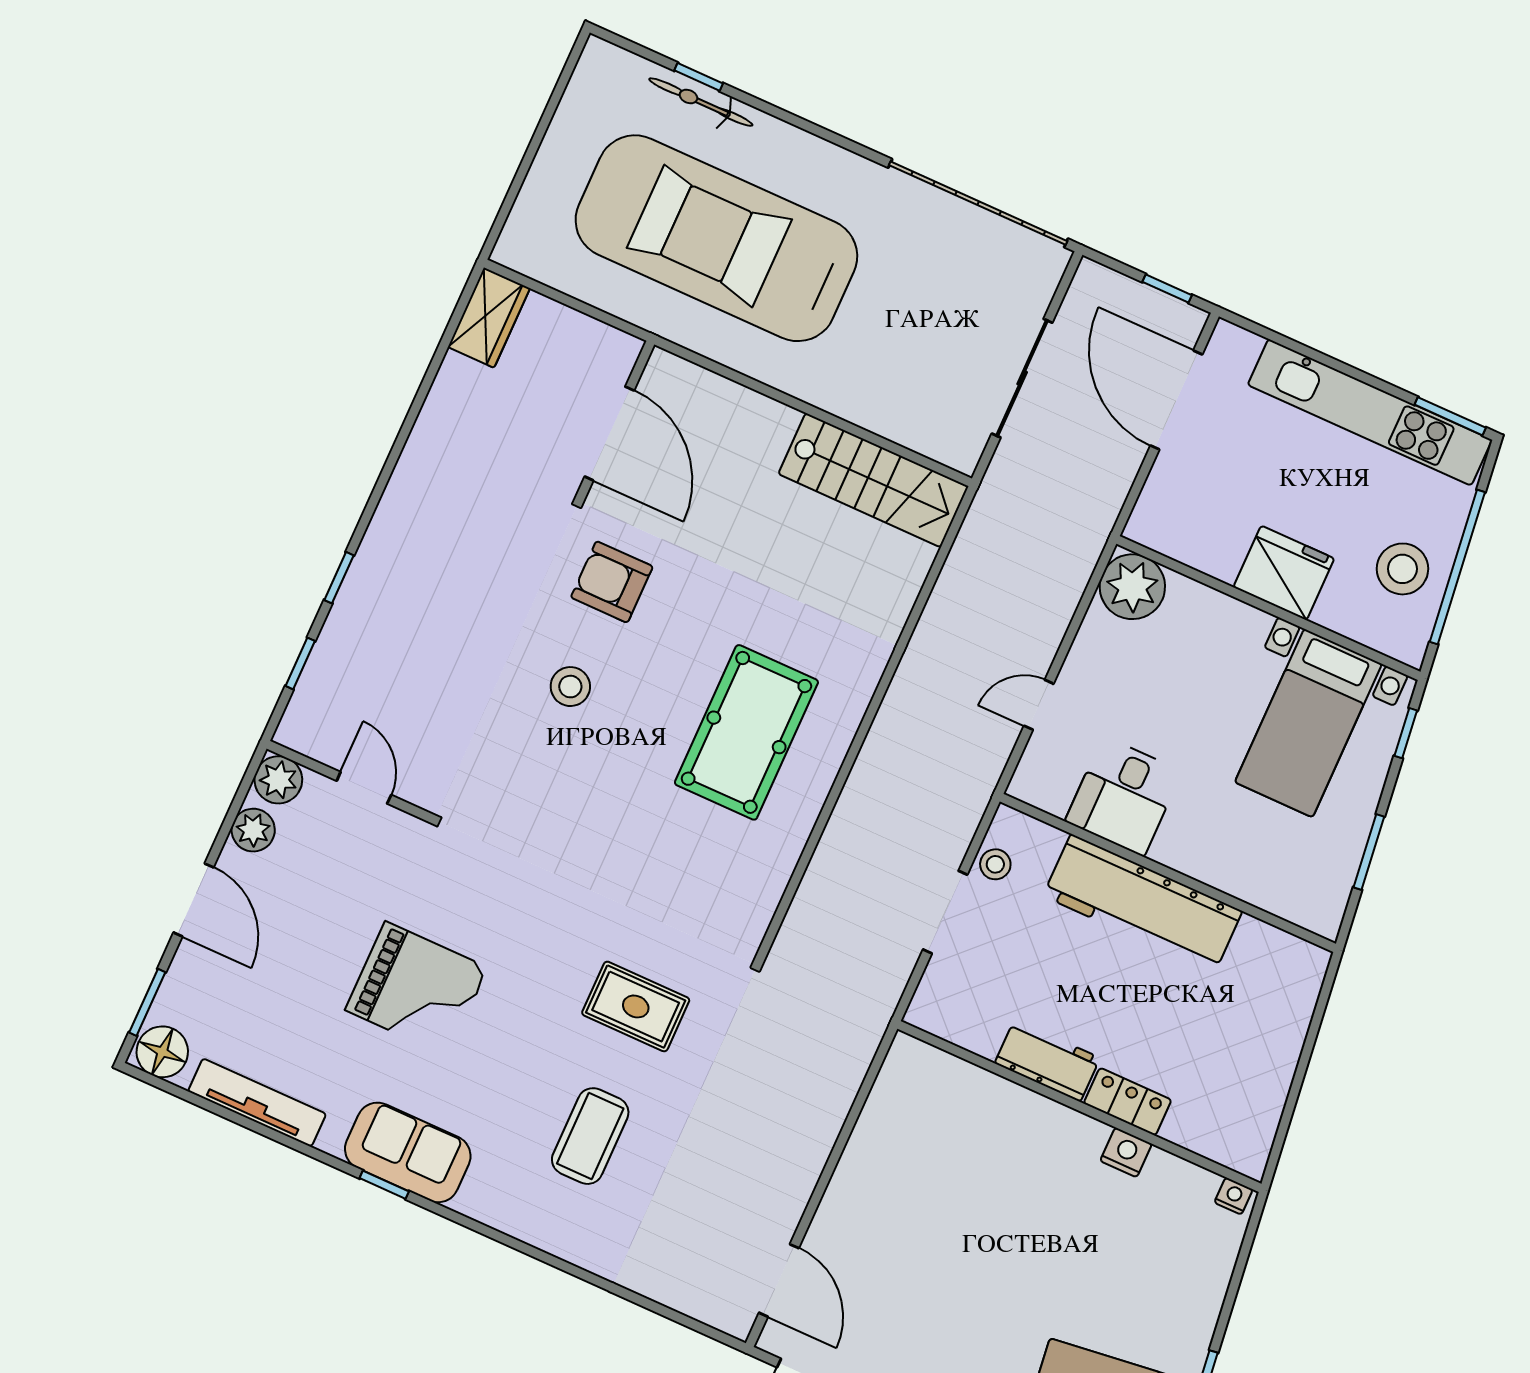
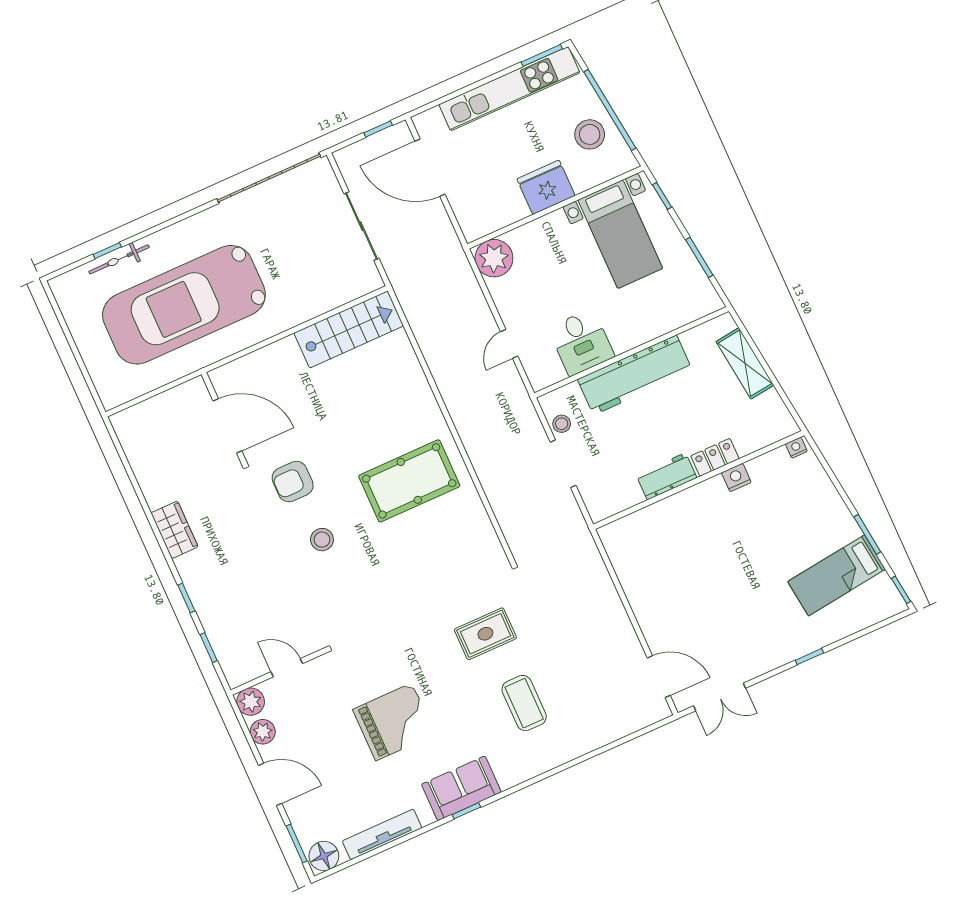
wardrobe: (489, 318) -> (174, 530), moved
pool table: (746, 732) -> (409, 481), turned 90
shelving: (1284, 1033) -> (745, 363), added

